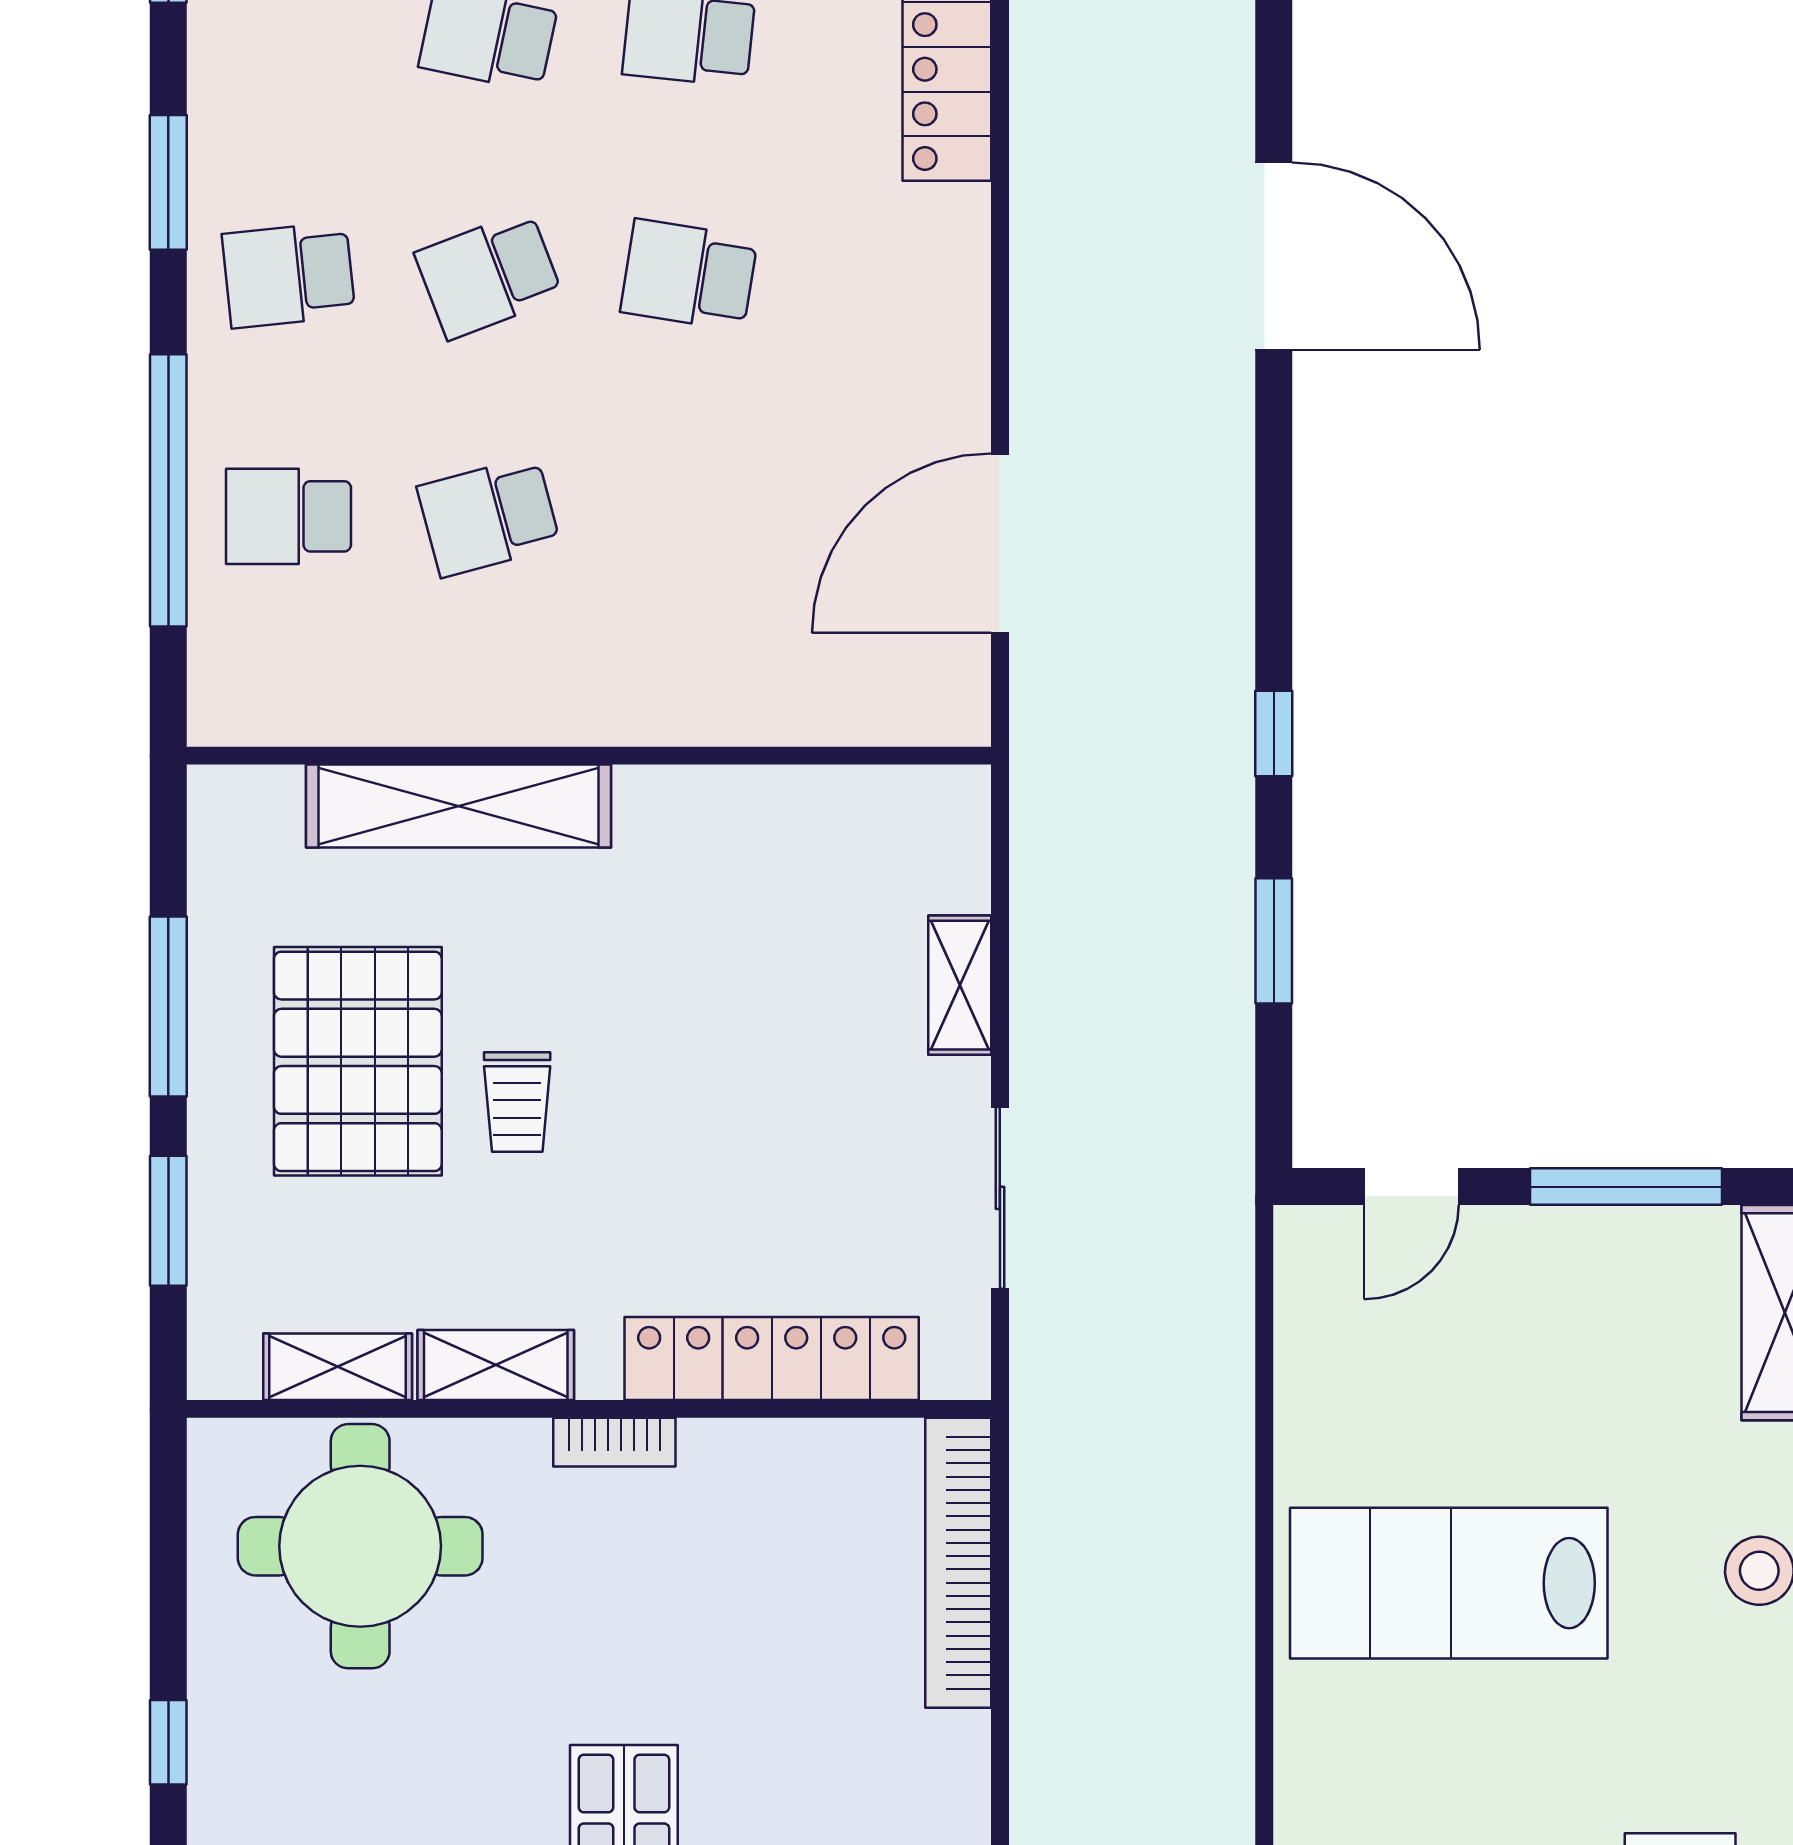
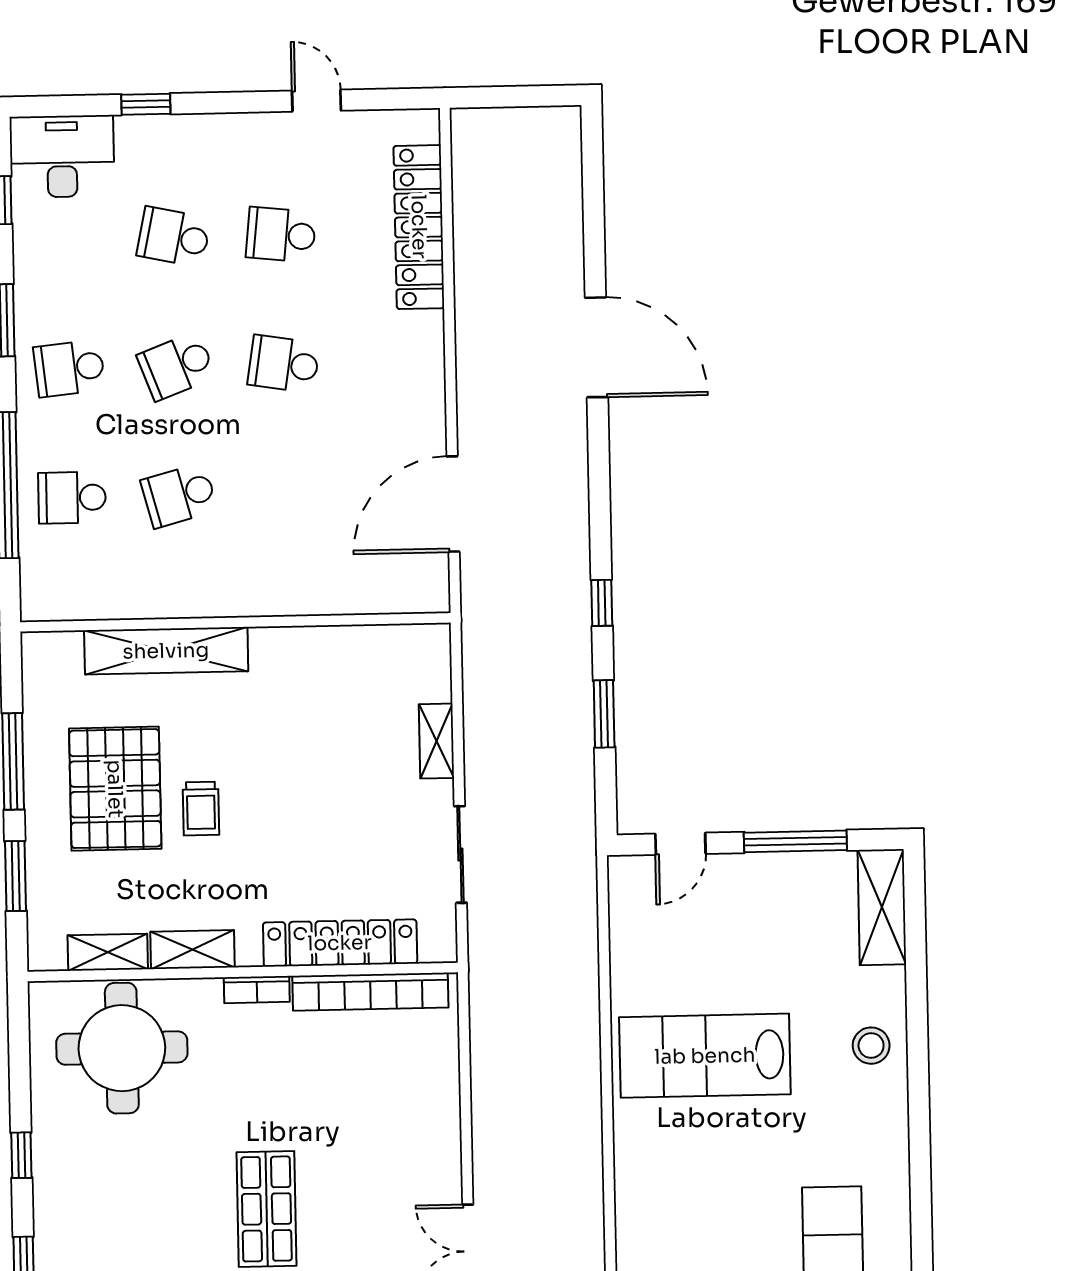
bookcase: (958, 1563) -> (370, 992), moved, turned -90

